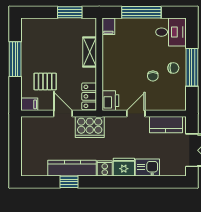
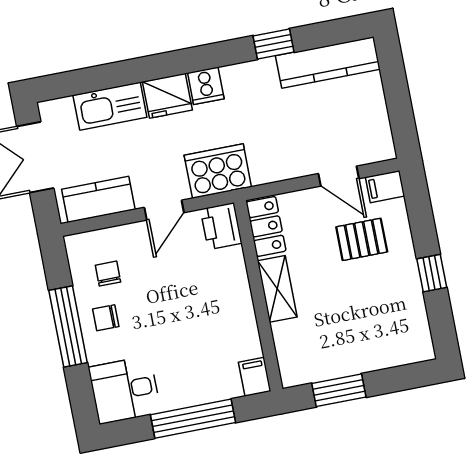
shelving: (90, 52) -> (277, 289), moved
window: (15, 59) -> (432, 273), width x0.46
chair: (153, 76) -> (108, 274), moved
door: (63, 113) -> (339, 176), moved
cooker: (90, 127) -> (218, 171), moved
kitchen counter: (72, 168) -> (328, 62), moved
kitchen sink: (147, 168) -> (110, 106), width x1.38

